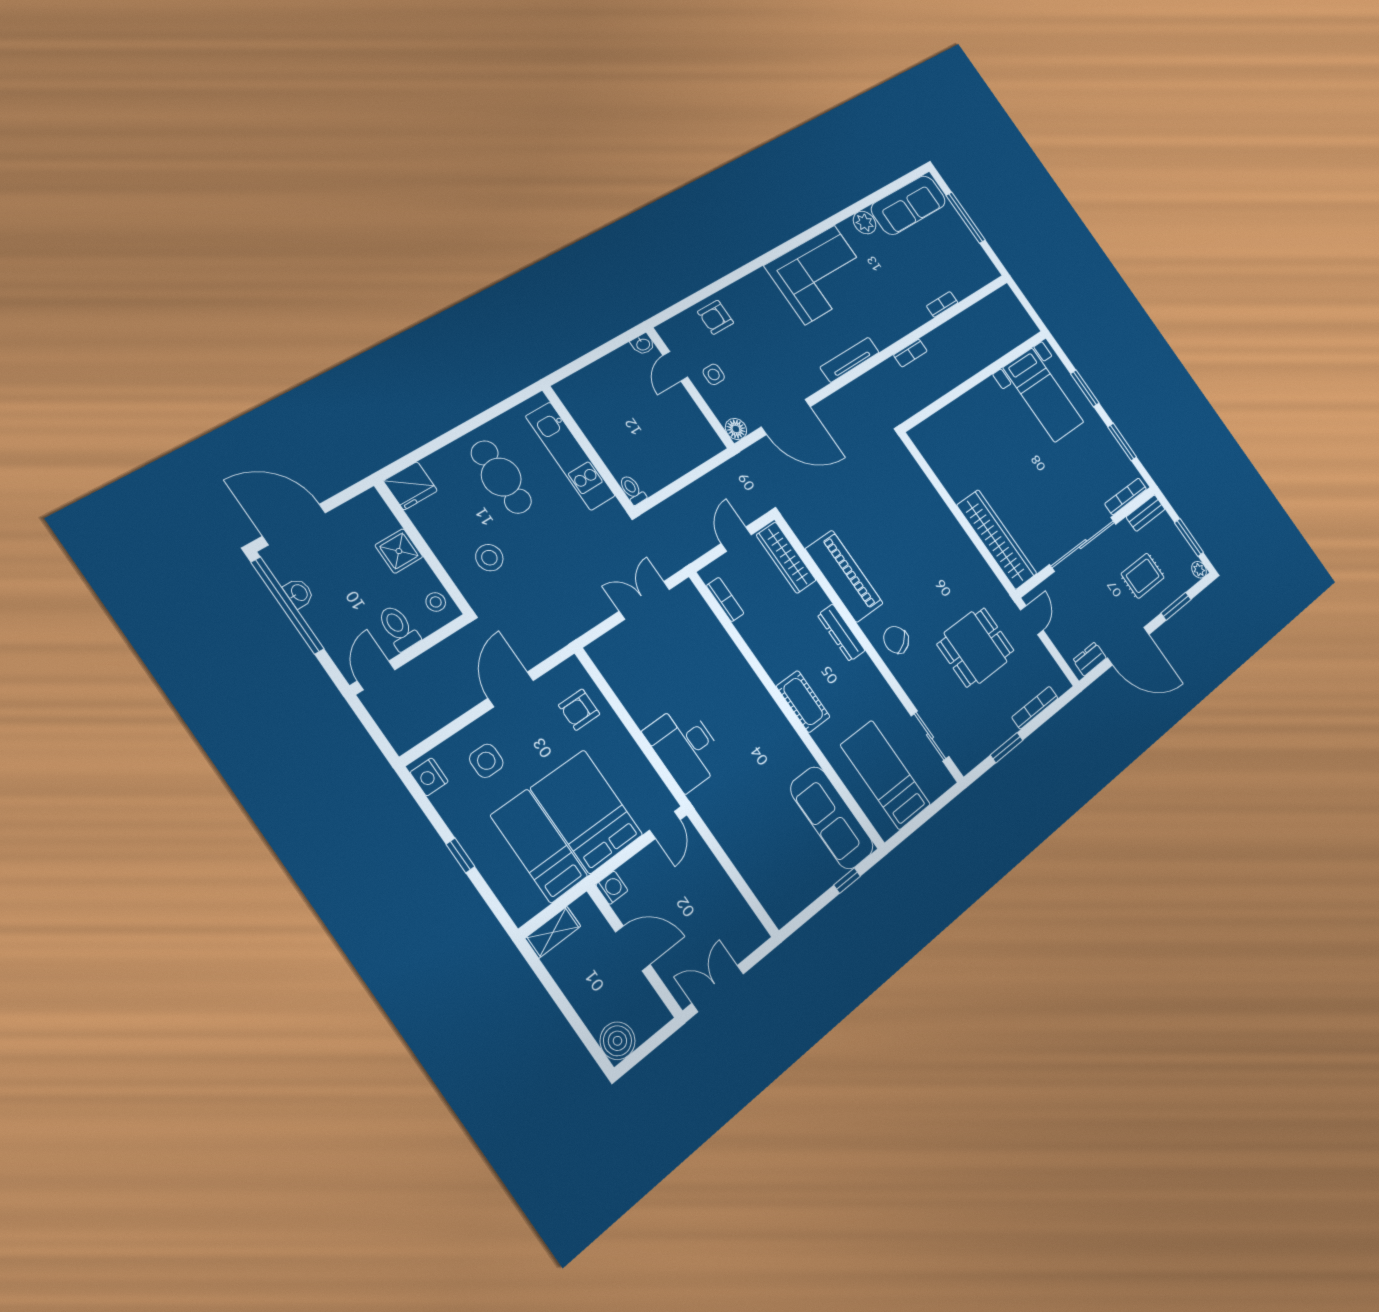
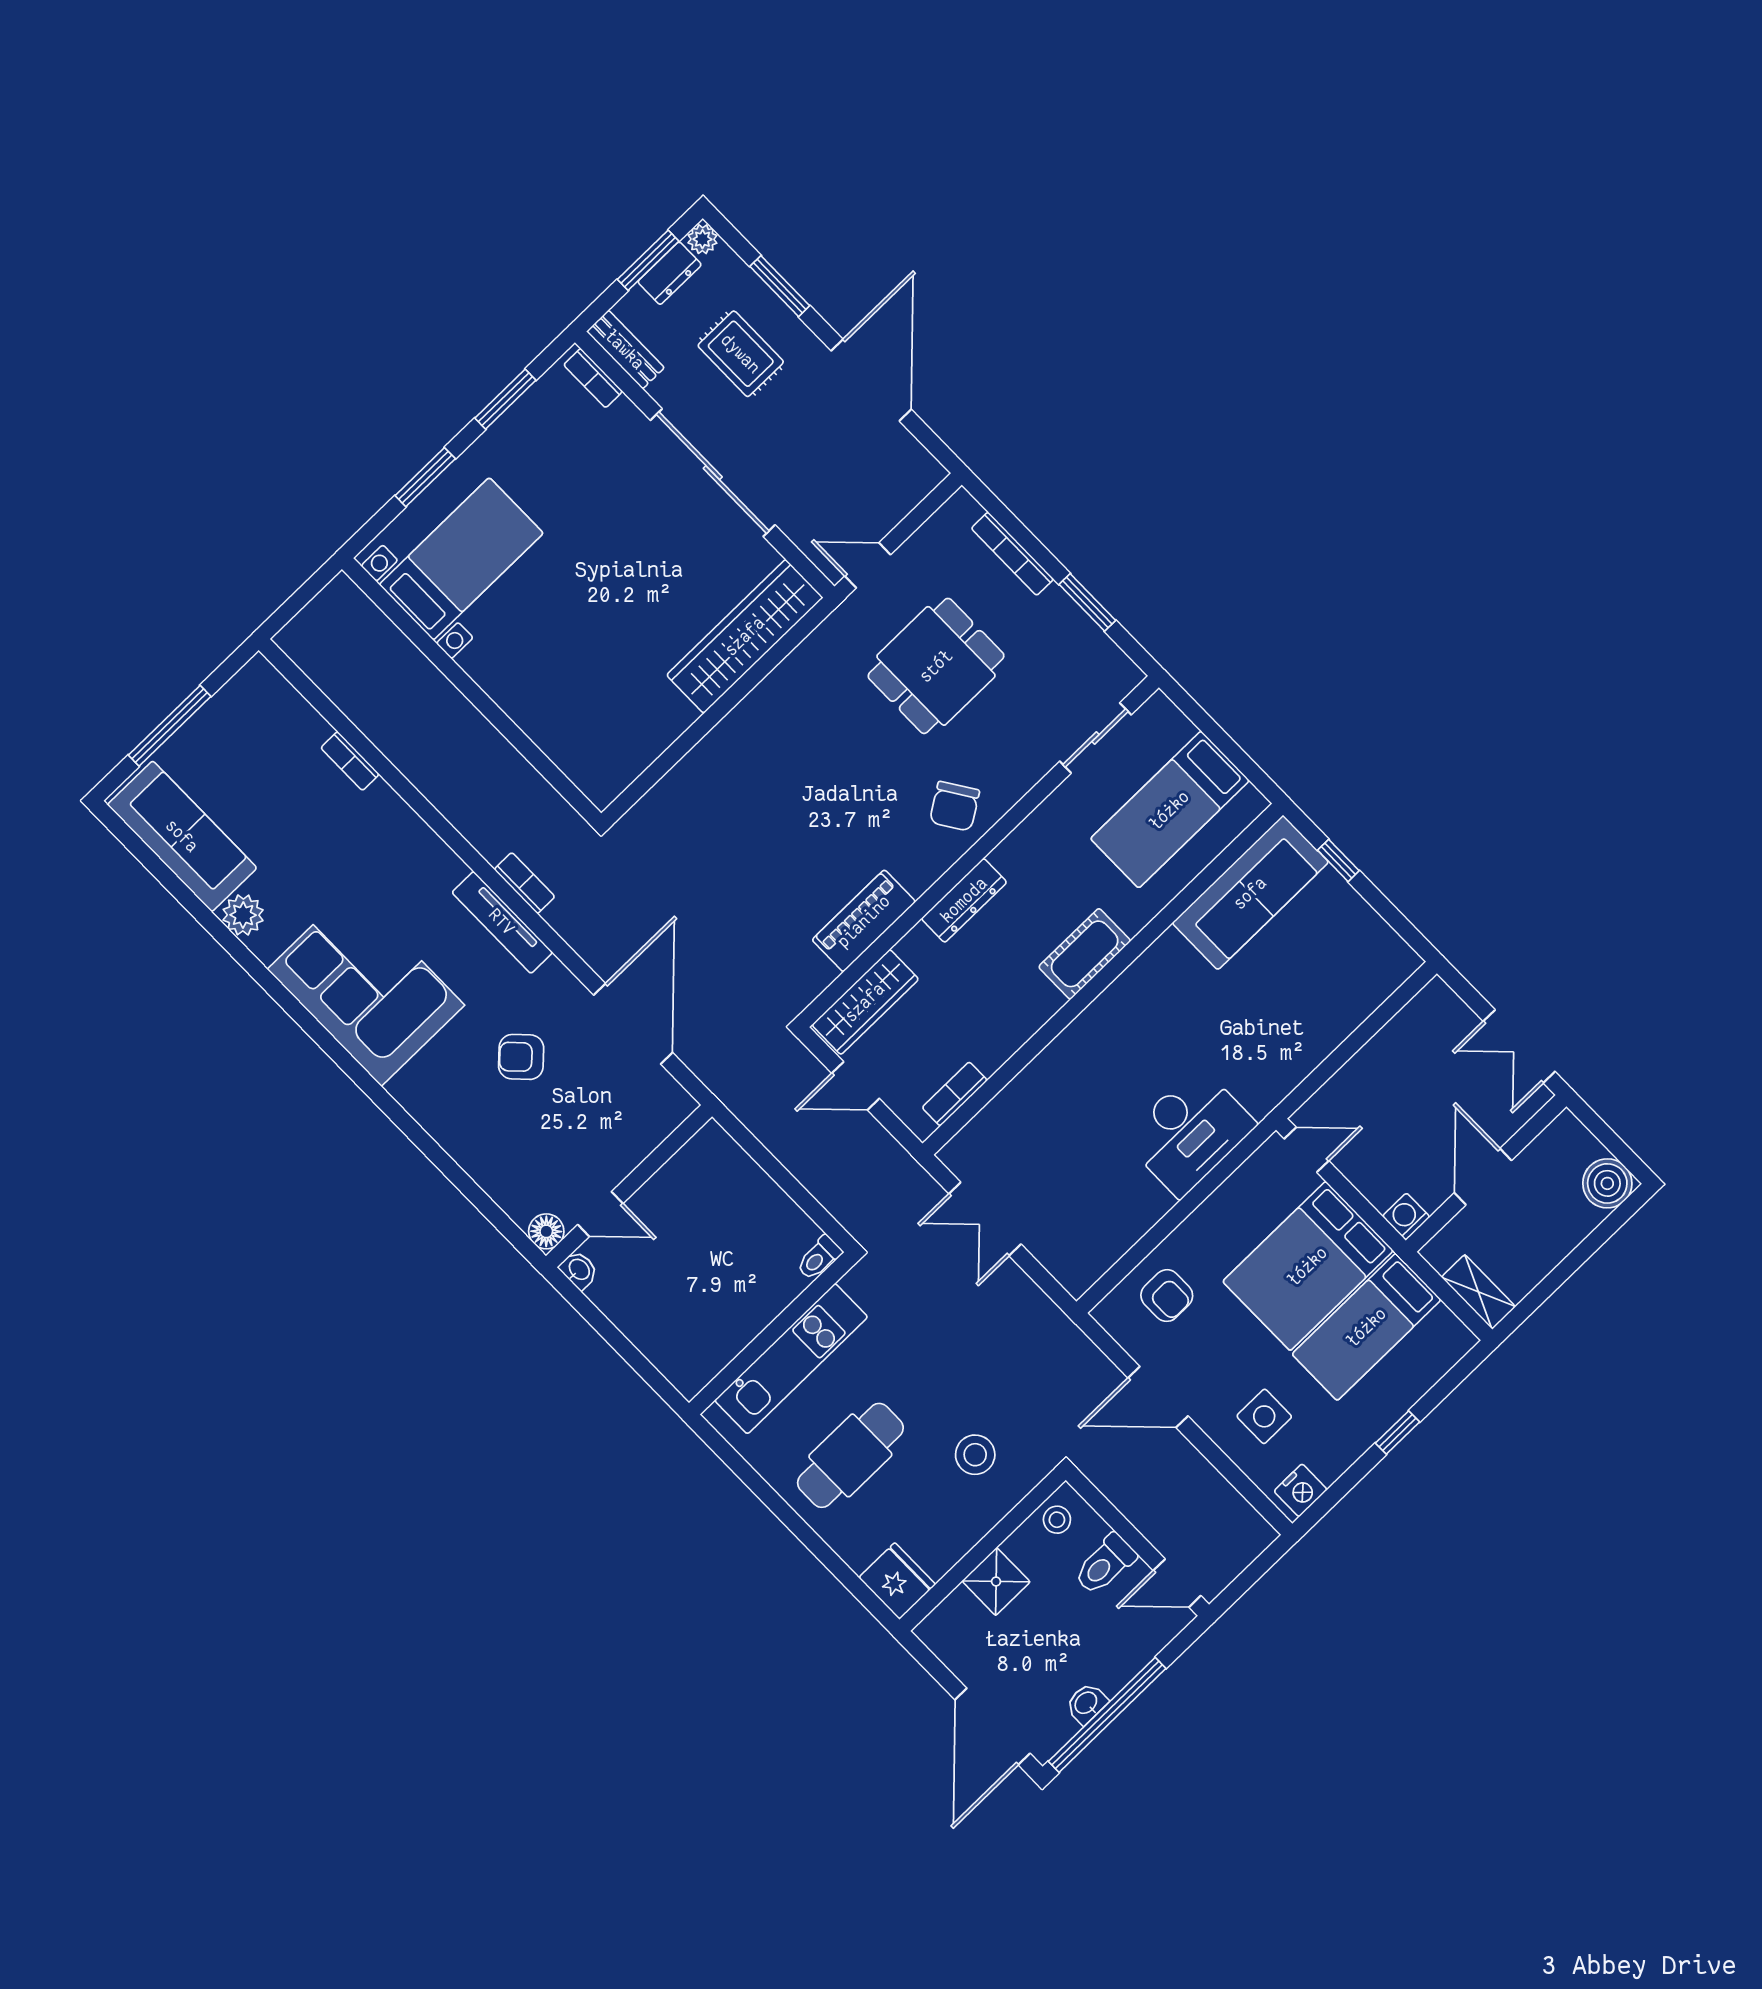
armchair: (716, 317) -> (521, 1057), moved, turned 136
bookcase: (910, 353) -> (525, 883), moved
side table: (714, 374) -> (596, 1151), removed
floor lamp: (736, 429) -> (546, 1231), moved
bookcase: (1126, 496) -> (593, 378), width x0.64
piano: (844, 576) -> (864, 921), width x0.73, depth x0.75
dining table: (976, 647) -> (936, 666), turned 90
dresser: (1090, 659) -> (670, 273), moved, turned -90

